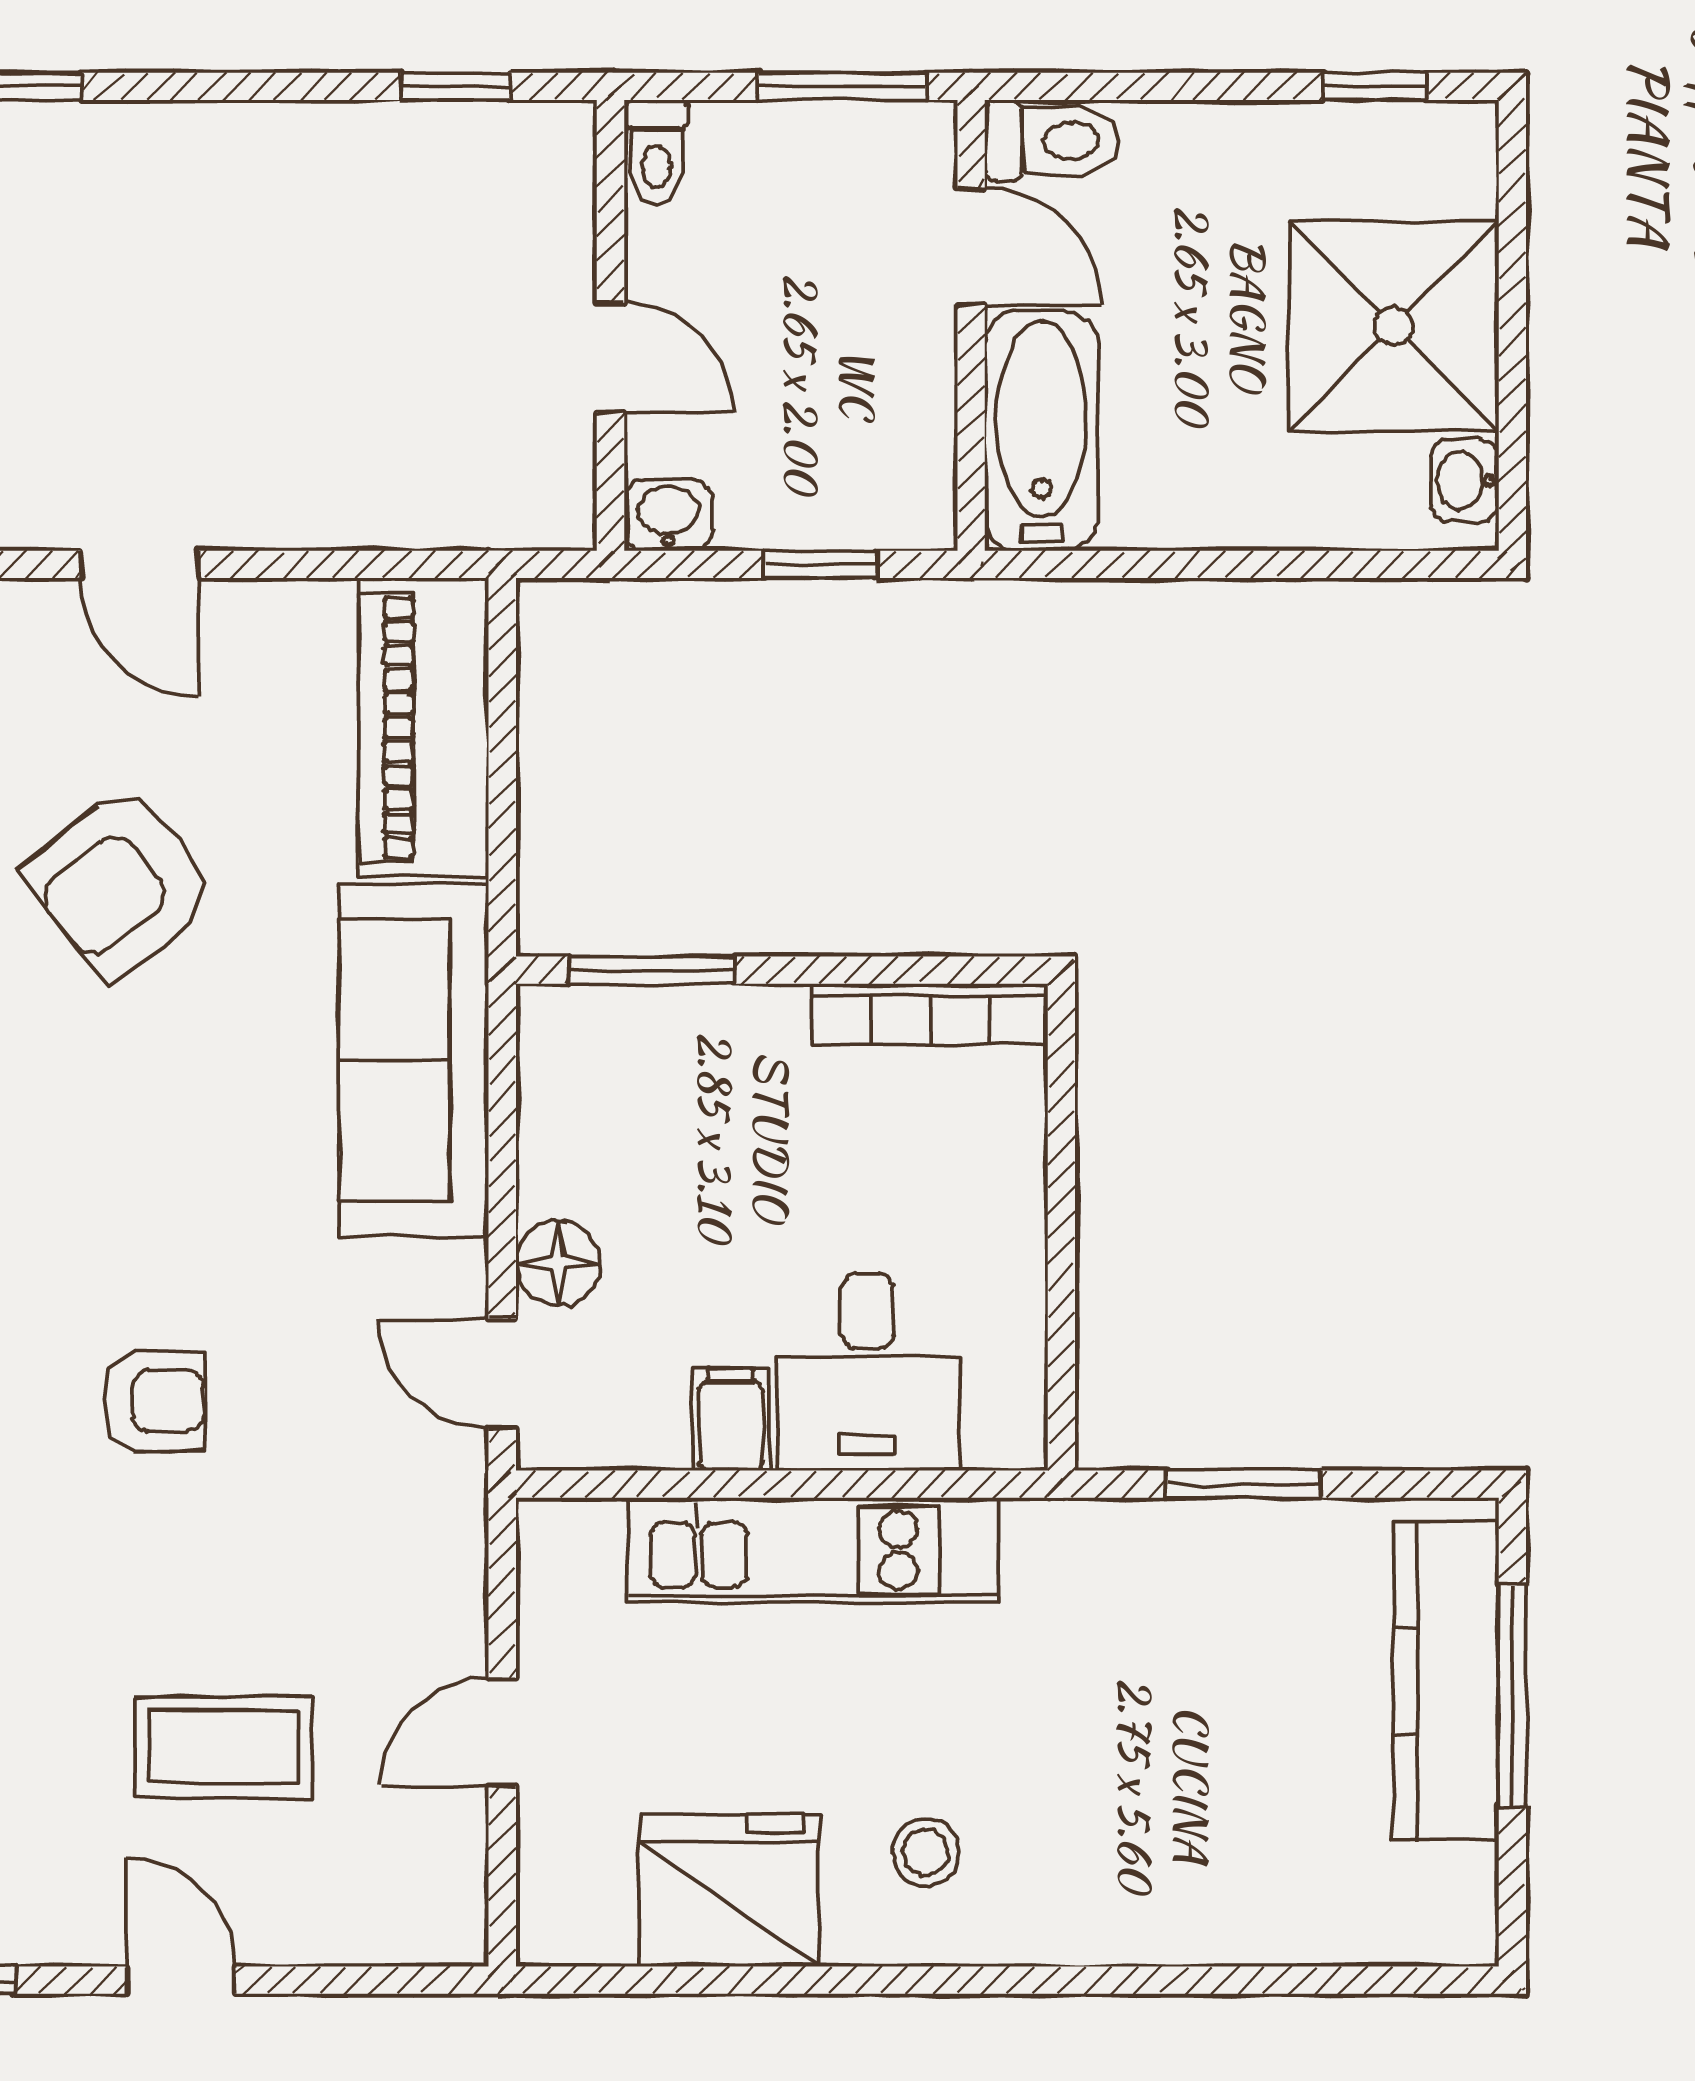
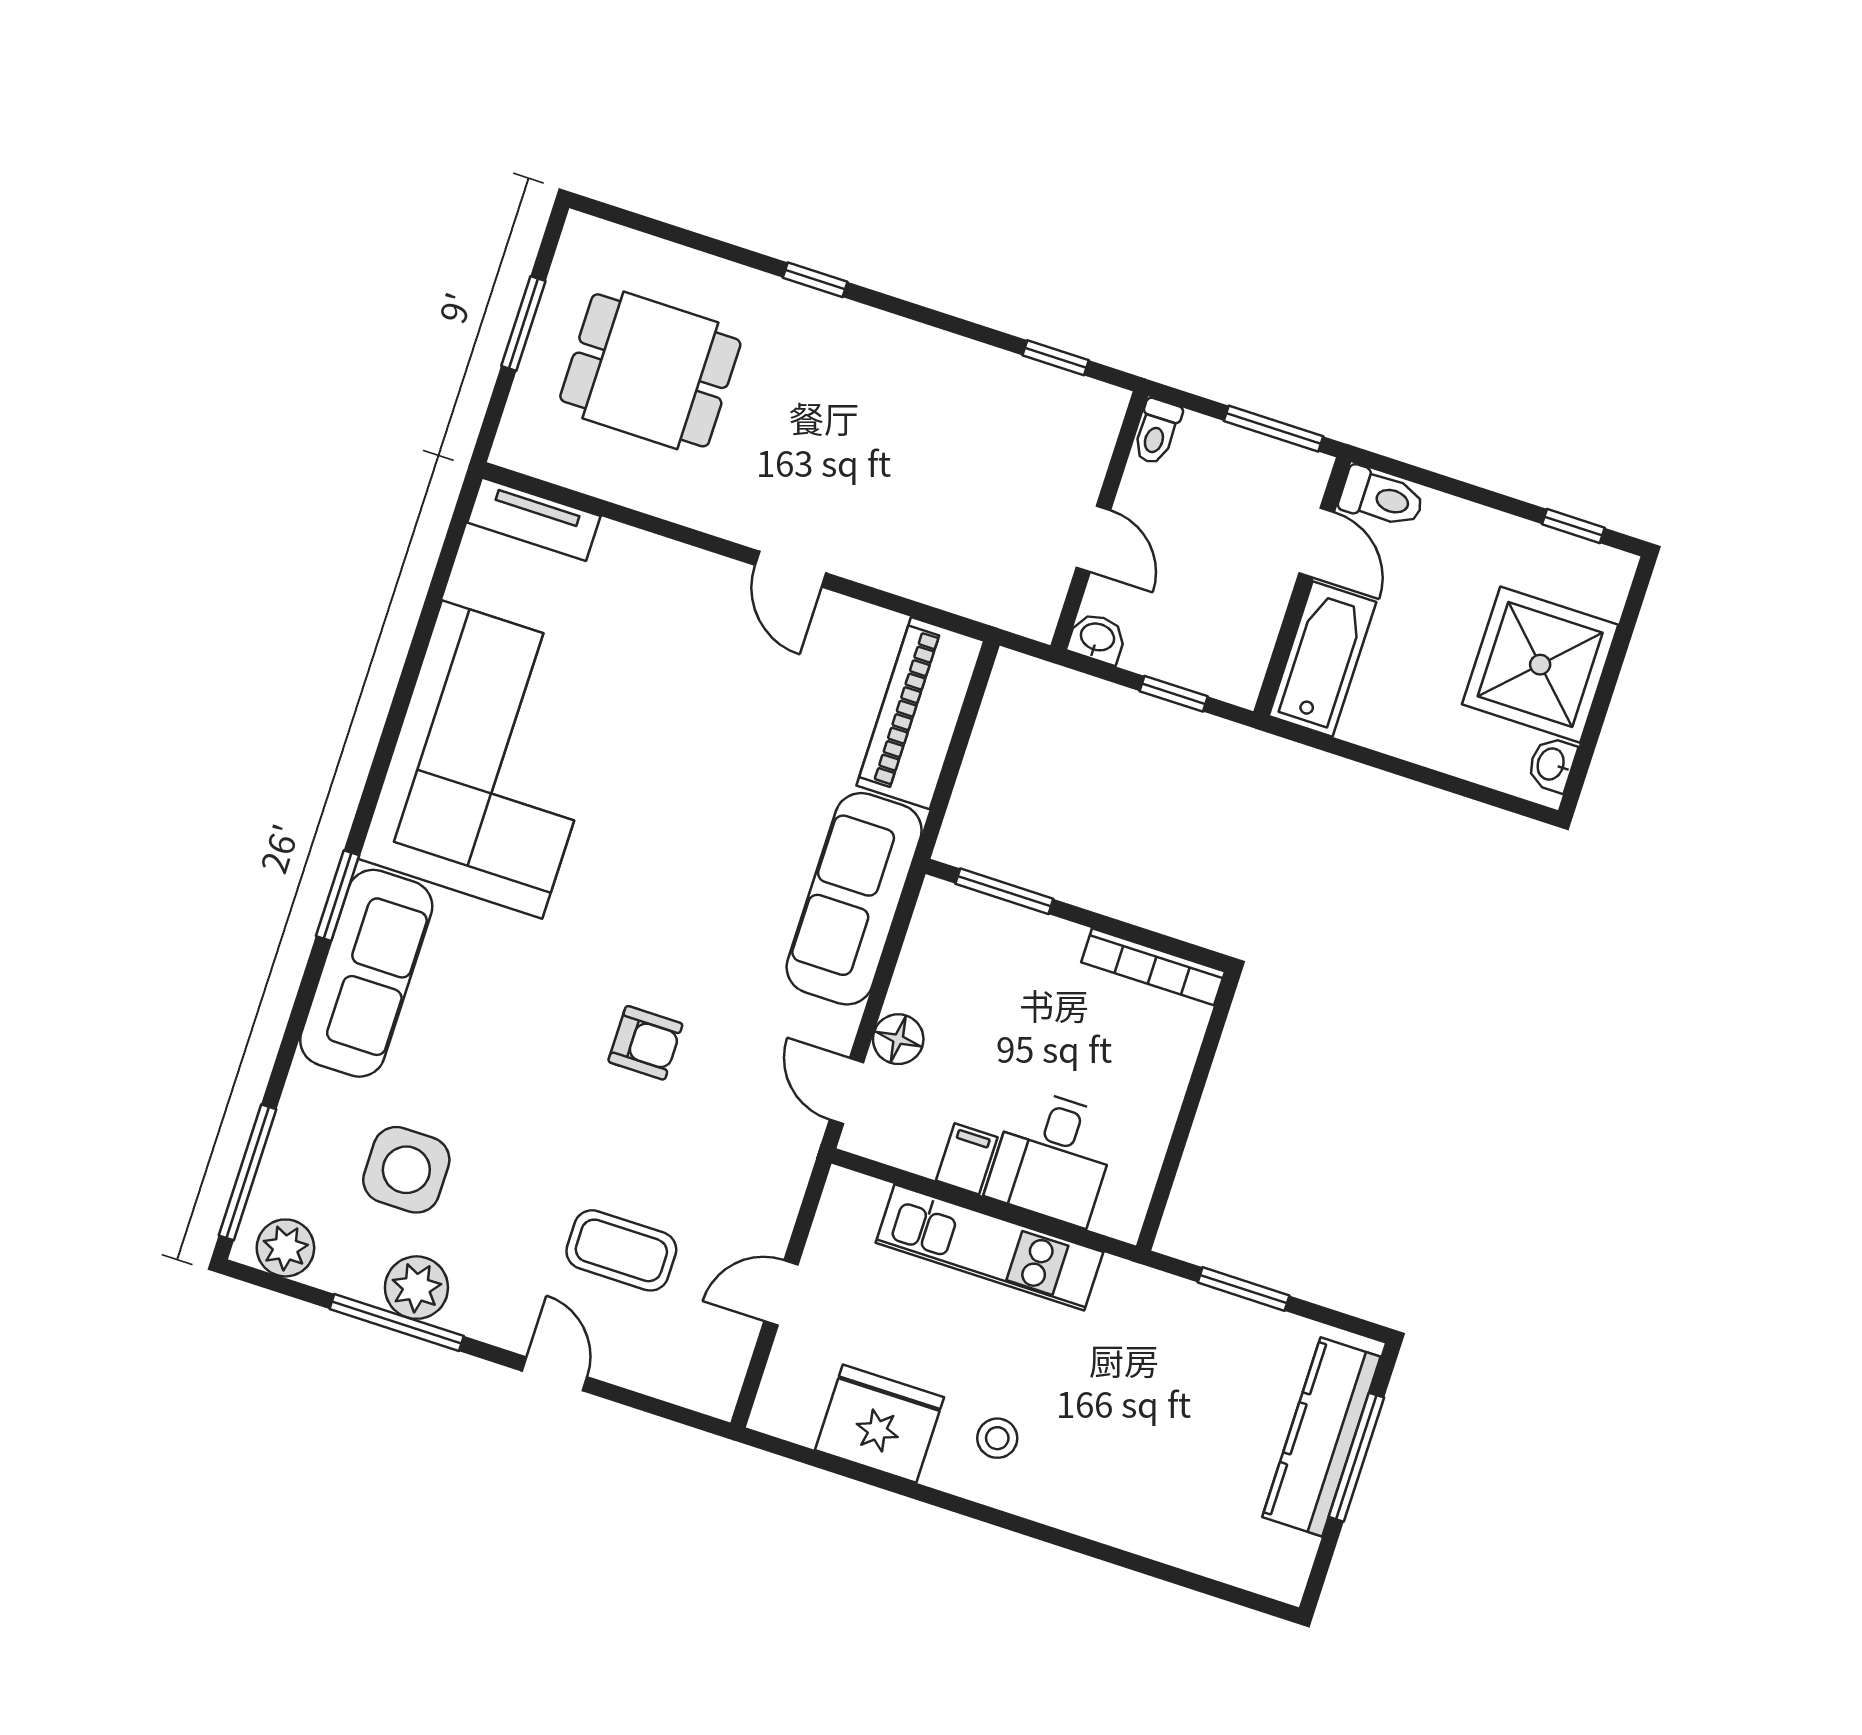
armchair: (121, 882) -> (722, 745), removed

